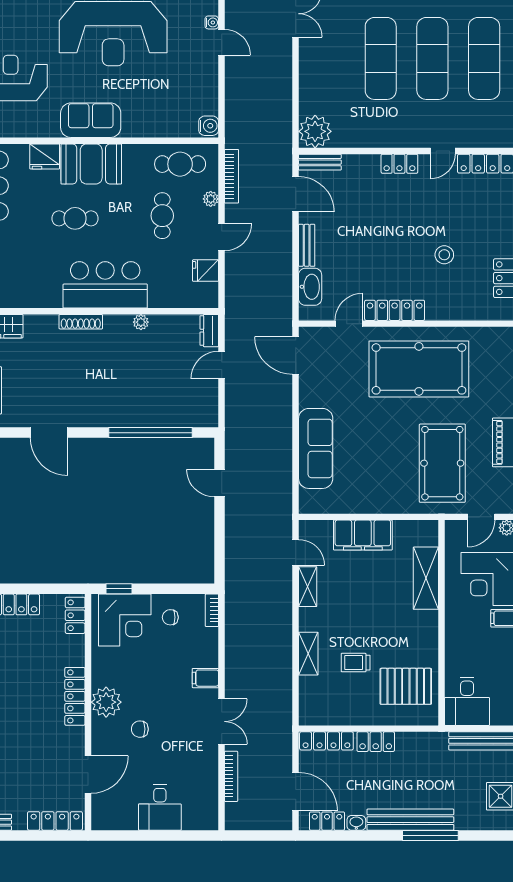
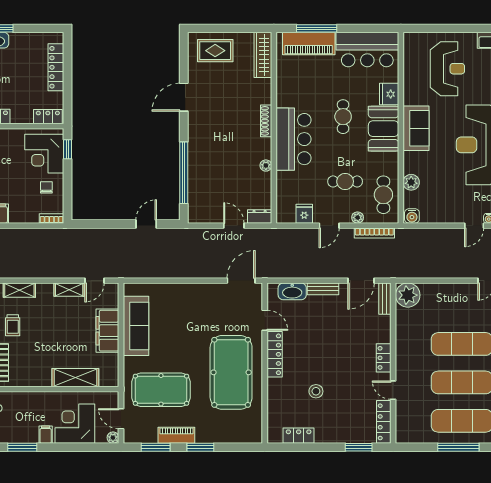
plant: (163, 127) -> (411, 182), added
door: (222, 237) -> (329, 226), hinge flipped
sofa: (316, 448) -> (136, 326), moved, turned -90
trolley: (356, 663) -> (13, 325), turned 180

